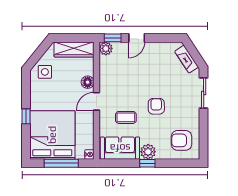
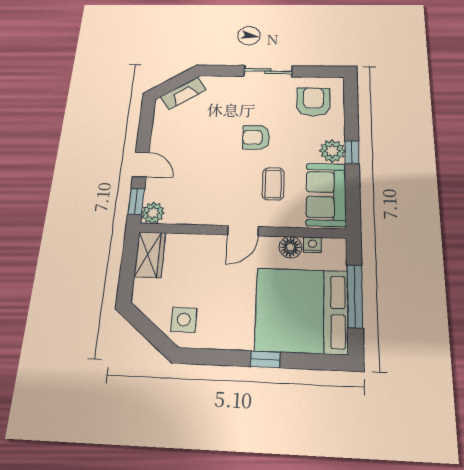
wardrobe: (74, 49) -> (150, 255), width x0.67
floor lamp: (88, 82) -> (290, 247), moved
sliding door: (204, 93) -> (268, 71), moved
door: (96, 101) -> (243, 231), hinge flipped
armchair: (182, 140) -> (313, 102), turned 180
nightstand: (89, 154) -> (312, 245), moved

